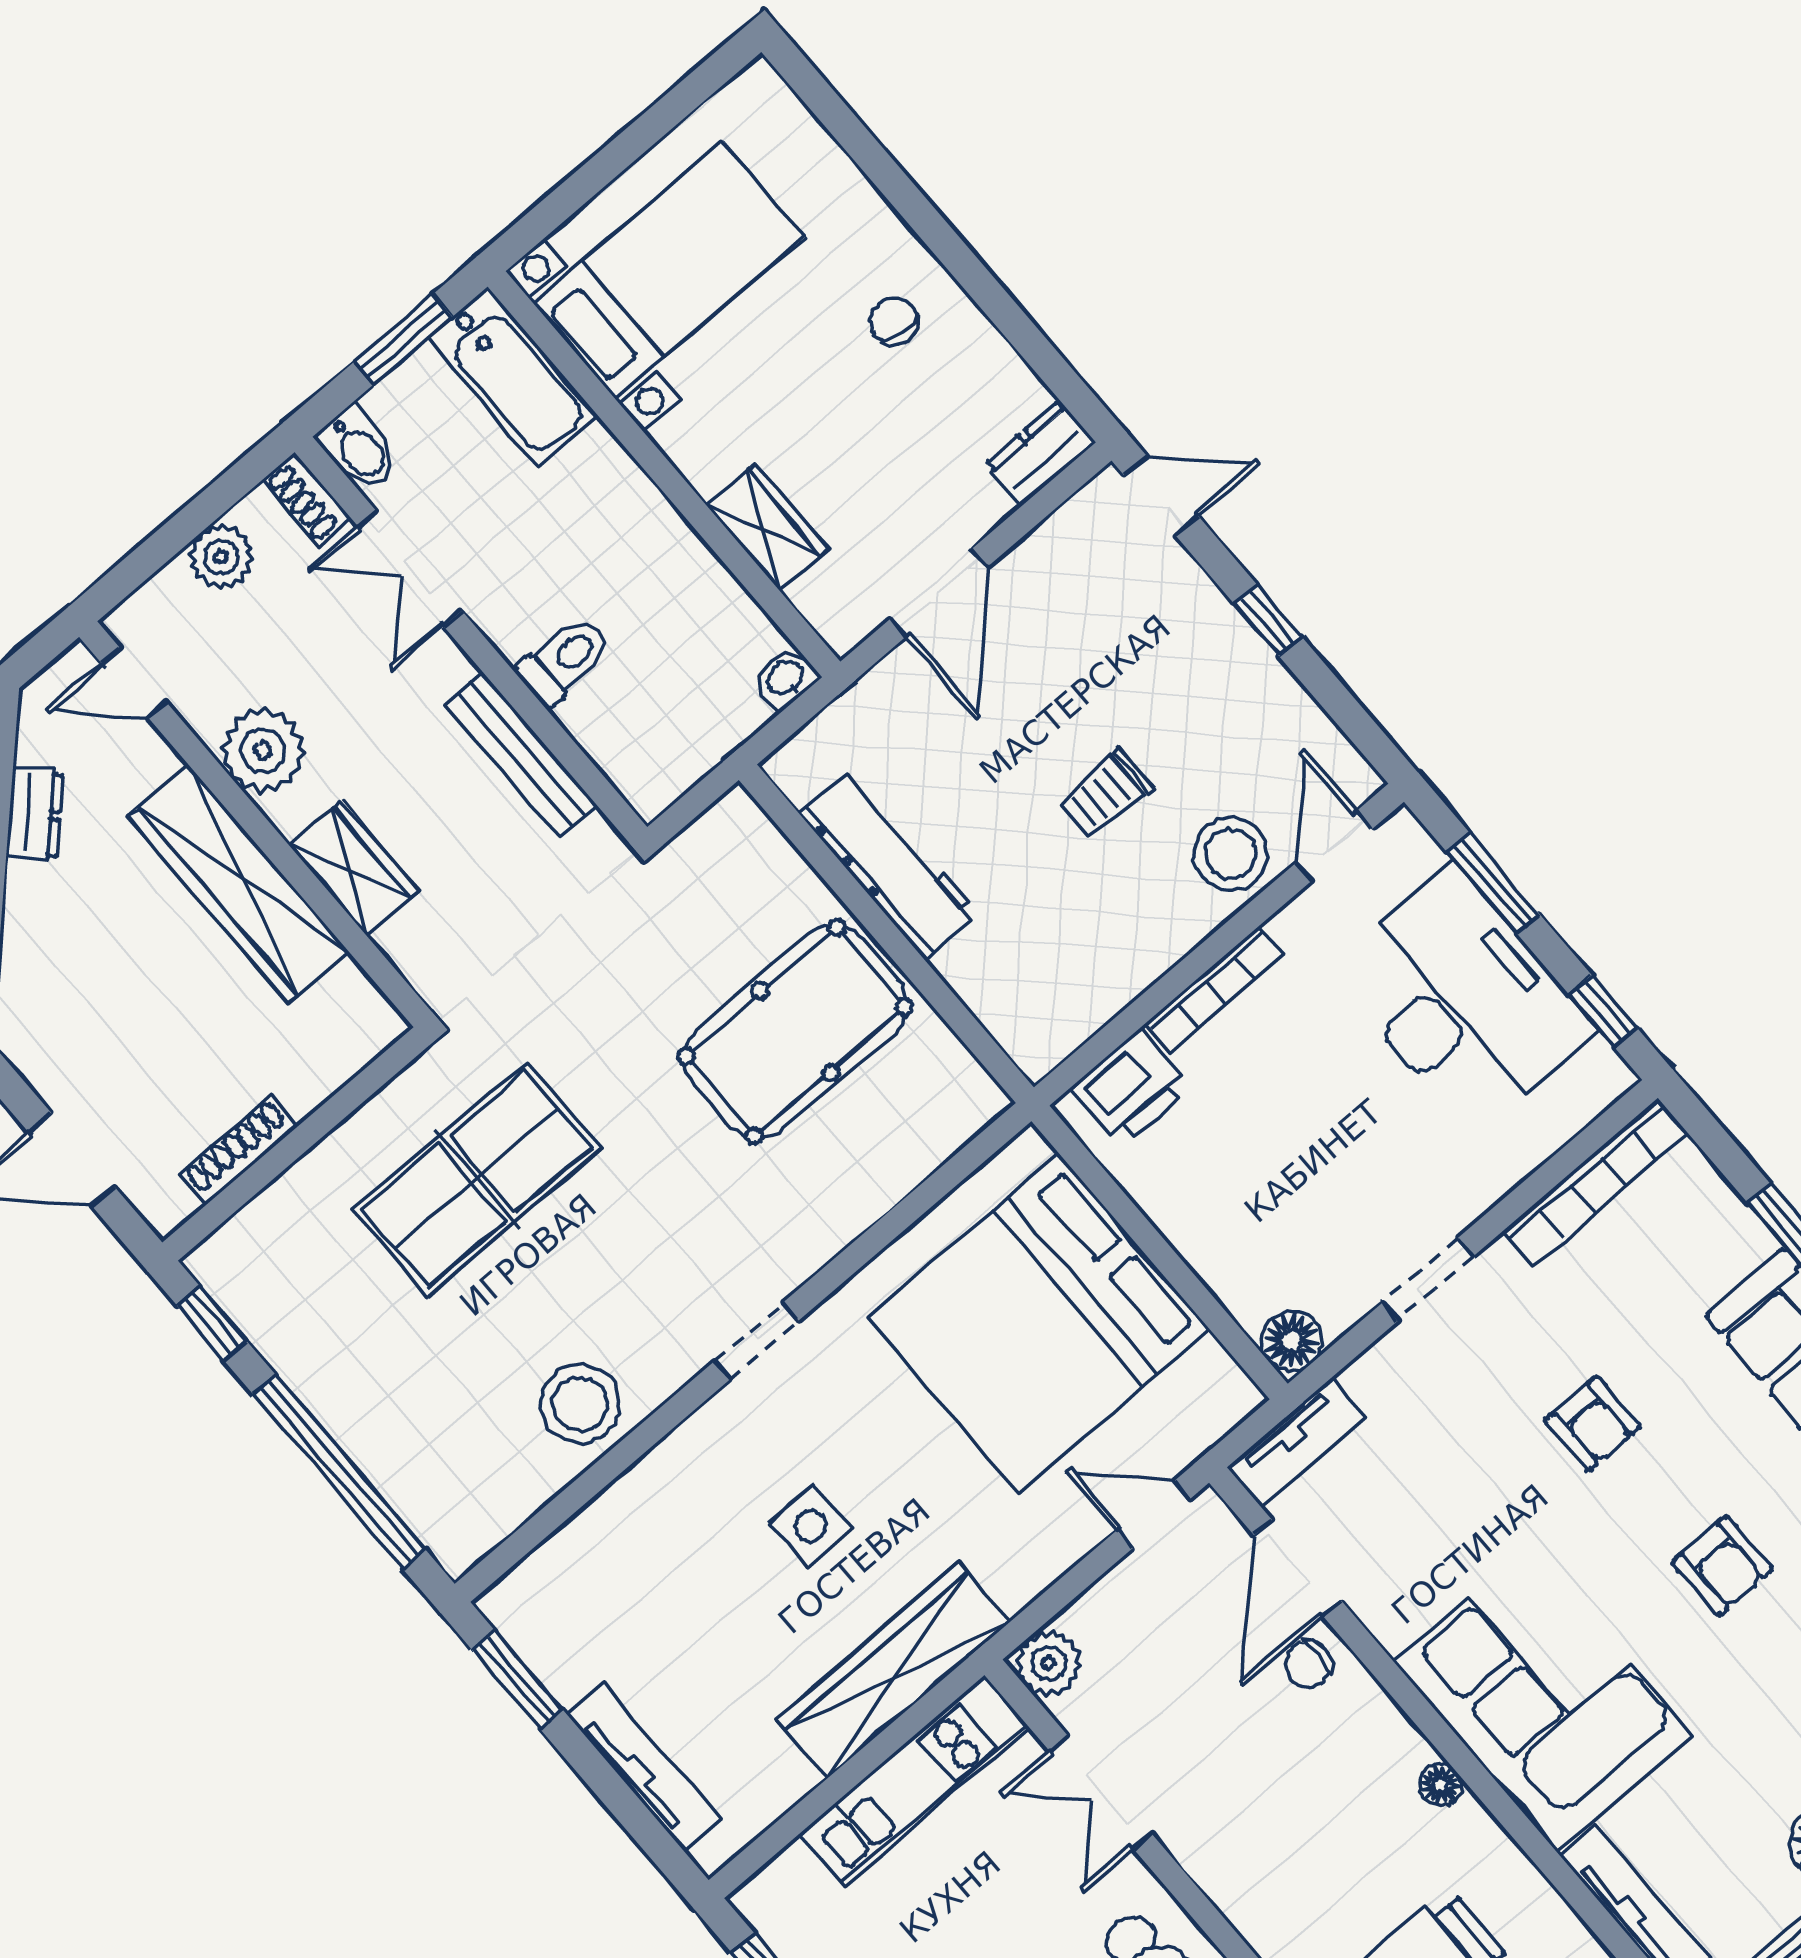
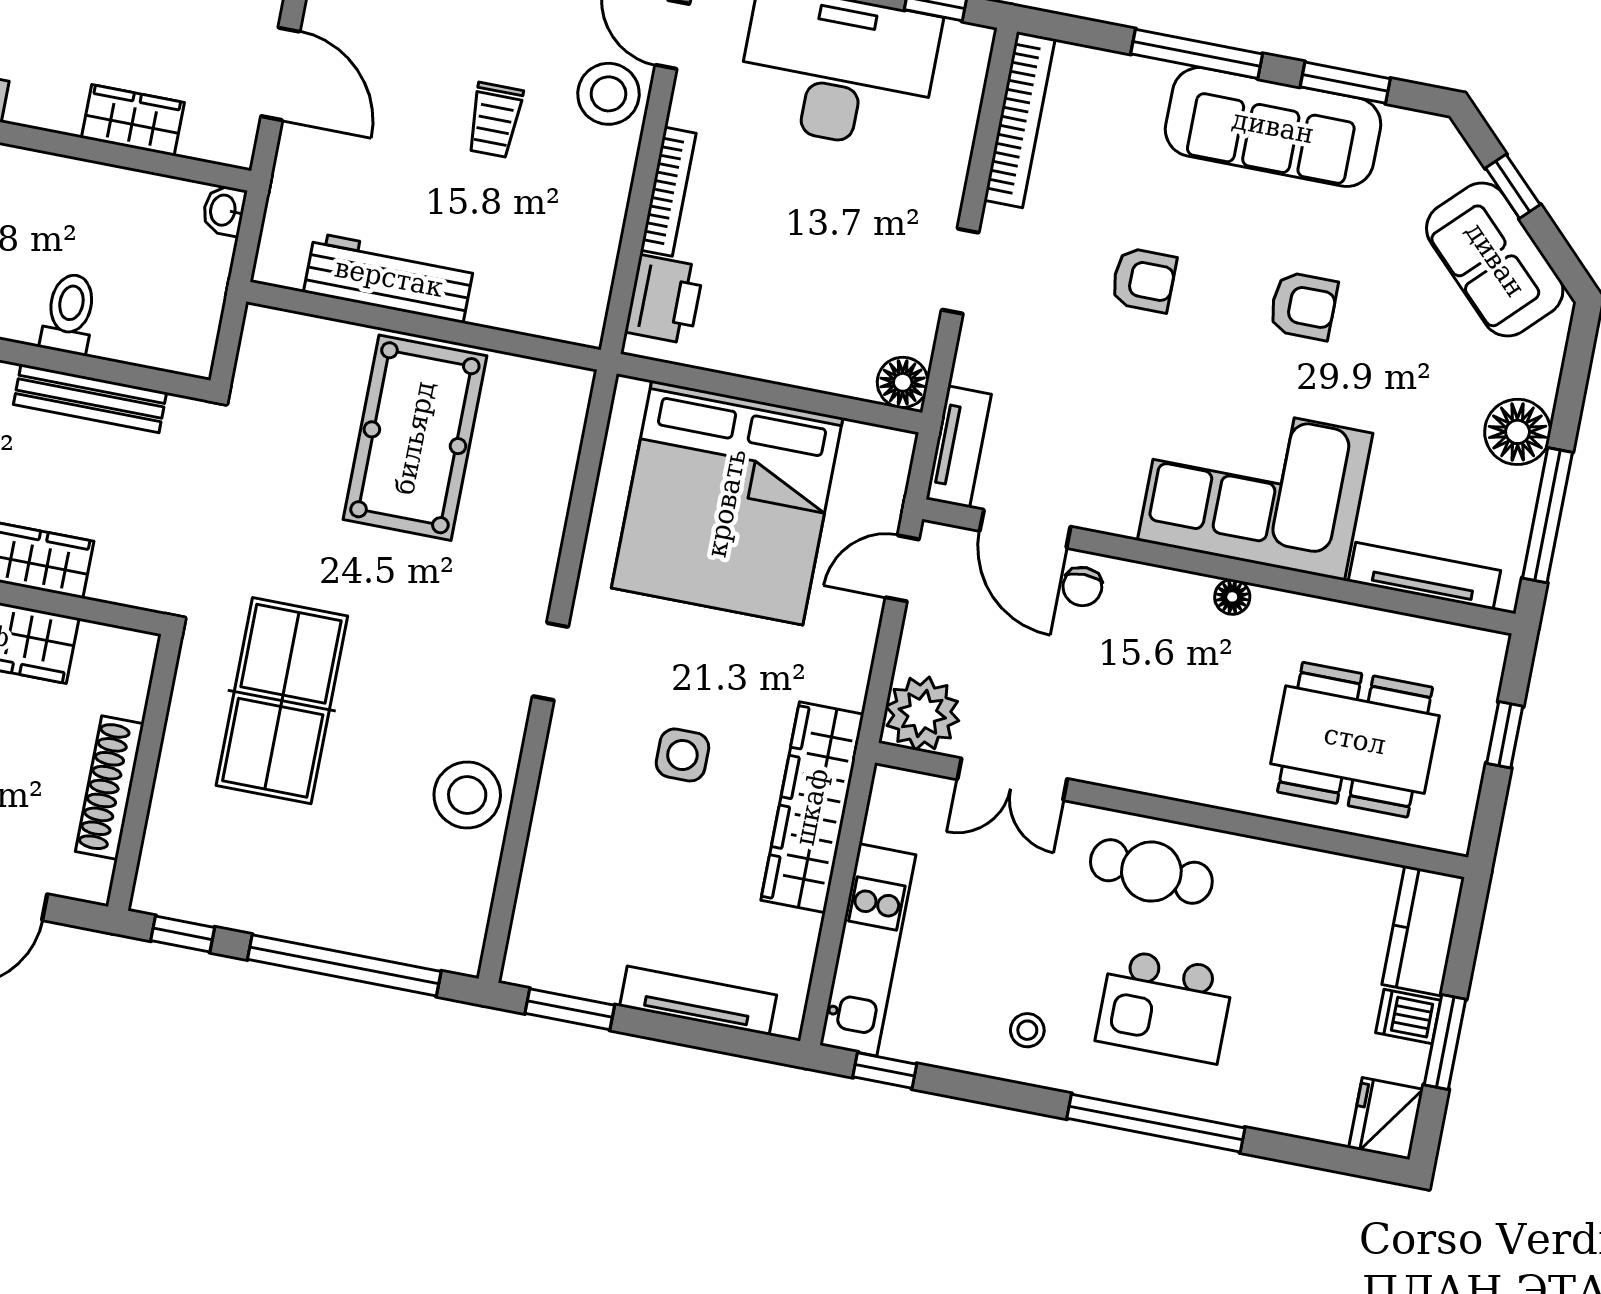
shoe rack: (238, 1150) -> (110, 788), width x1.36, depth x1.24
plant: (1048, 1663) -> (922, 714), width x1.36, depth x1.36
kitchen unit: (914, 1781) -> (868, 950), moved

